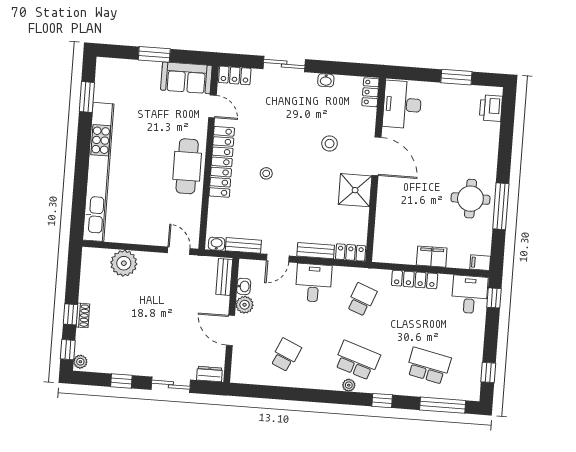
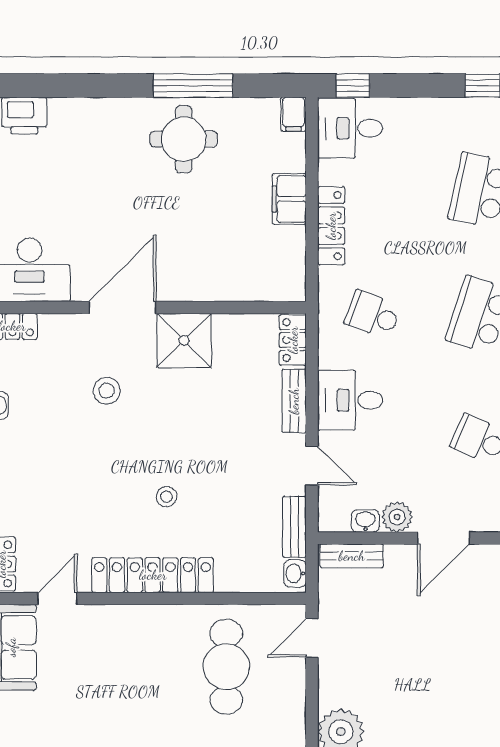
cafe table: (187, 166) -> (226, 667), moved, turned 90

